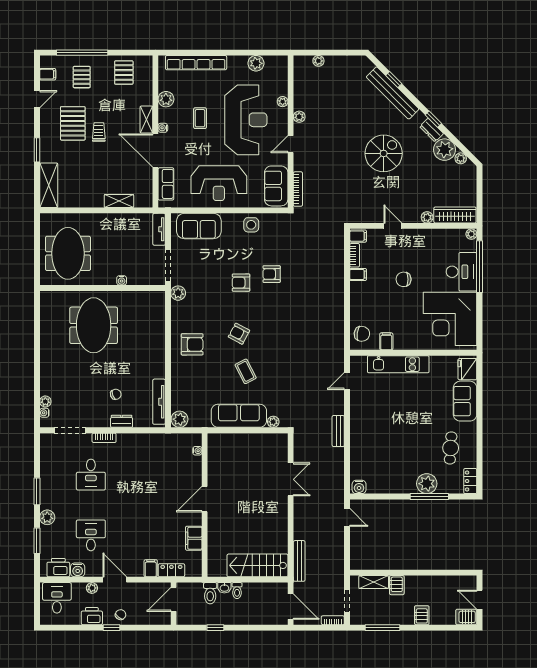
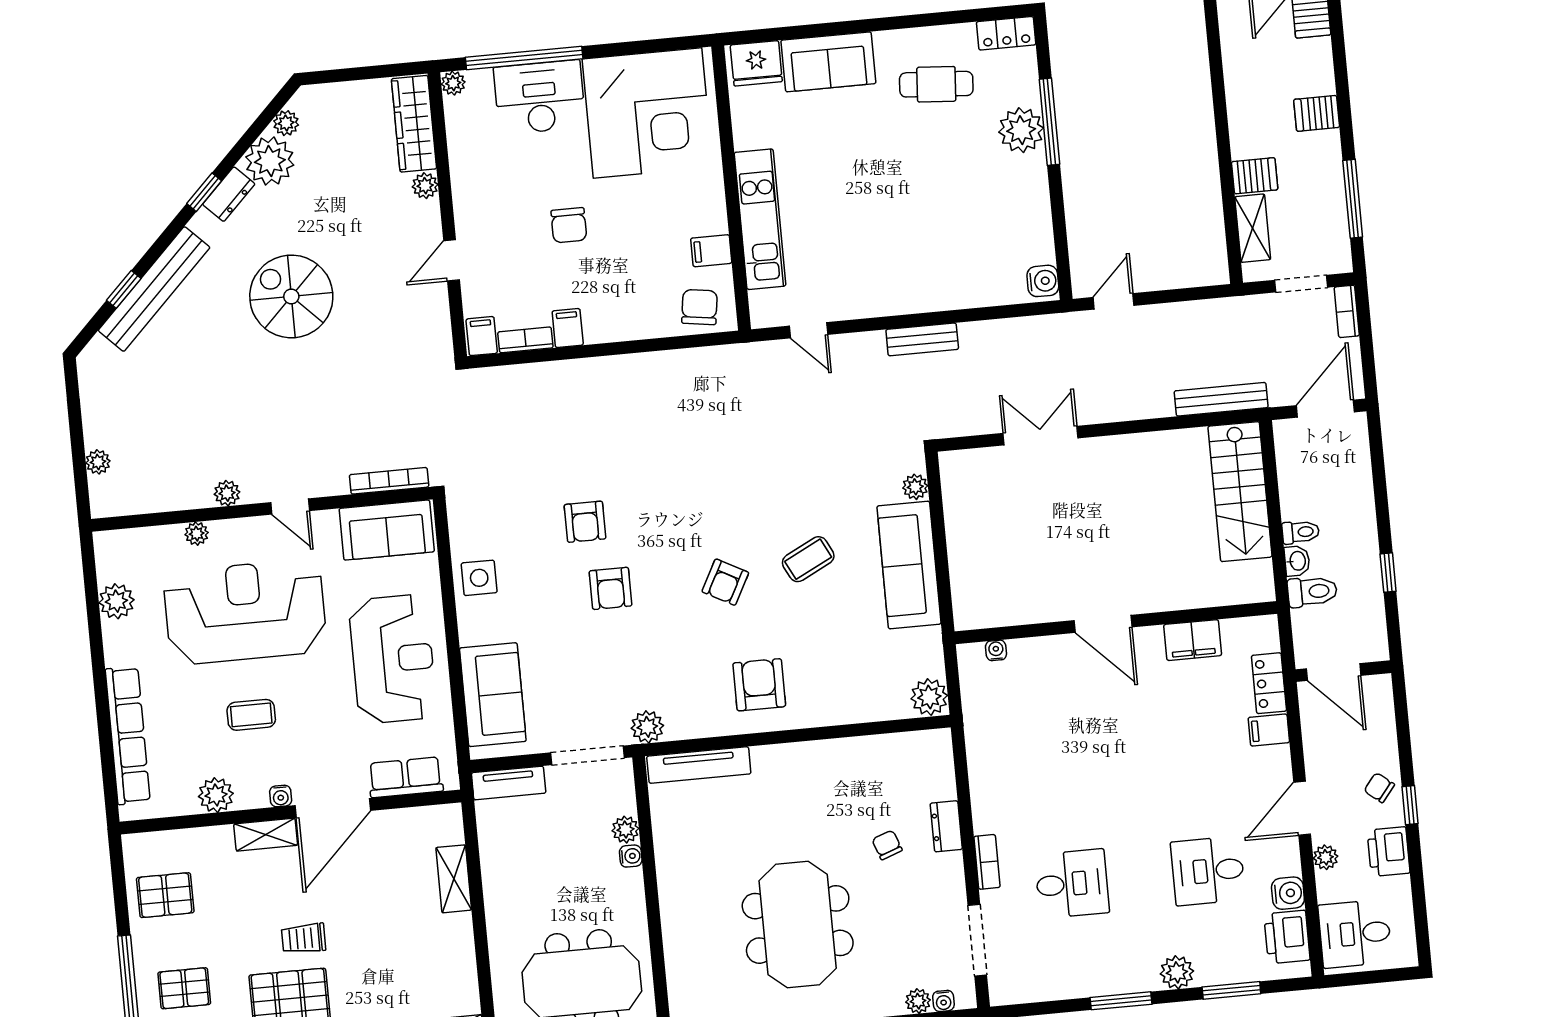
plant: (134, 279) -> (625, 830), added
meeting table: (94, 325) -> (798, 924), moved, turned 90
tv unit: (159, 402) -> (699, 765), moved

